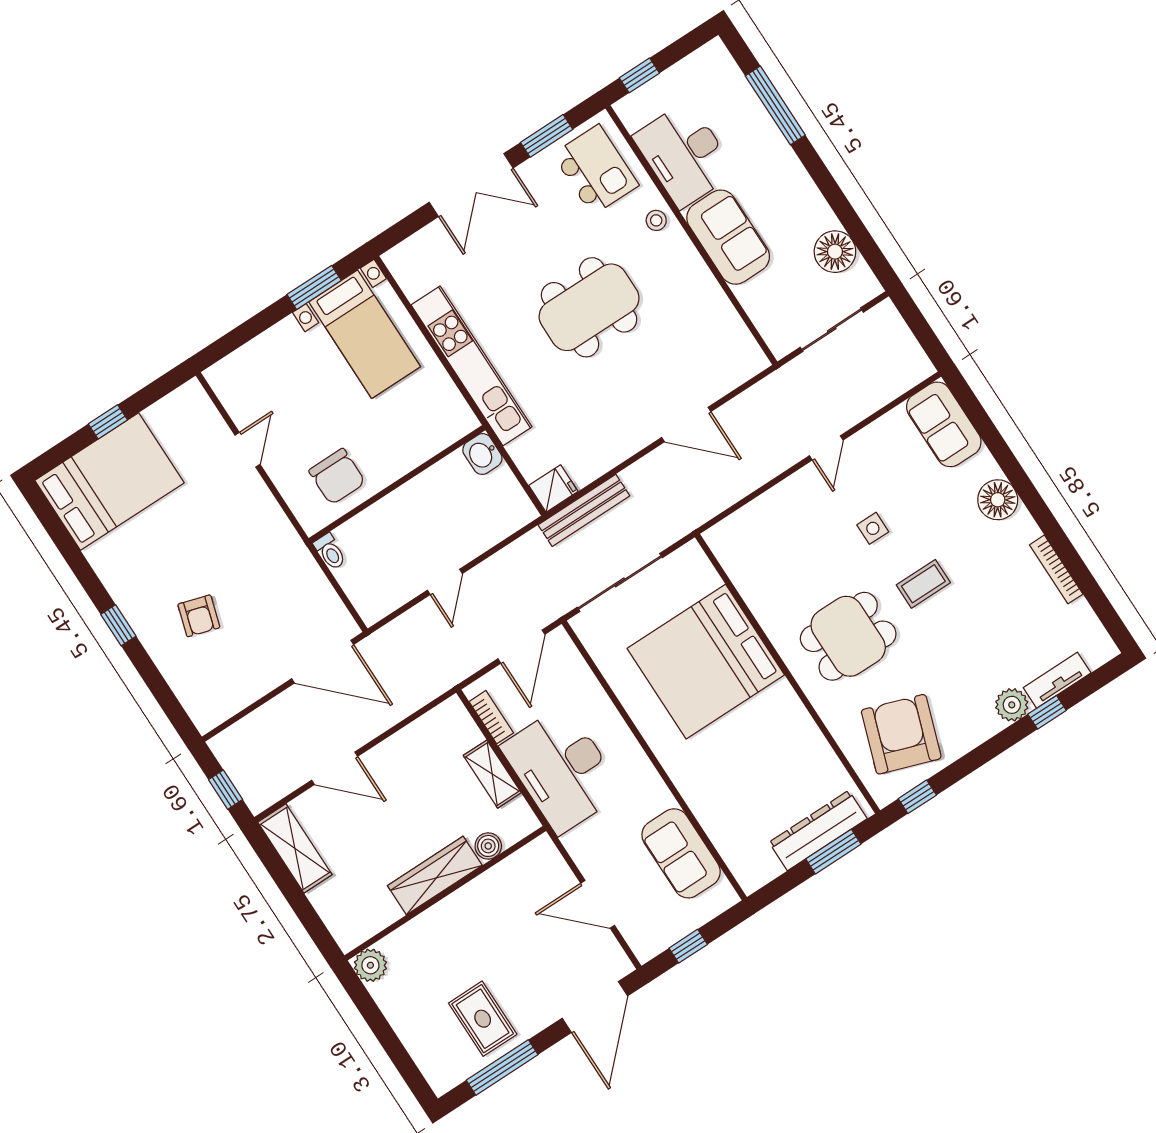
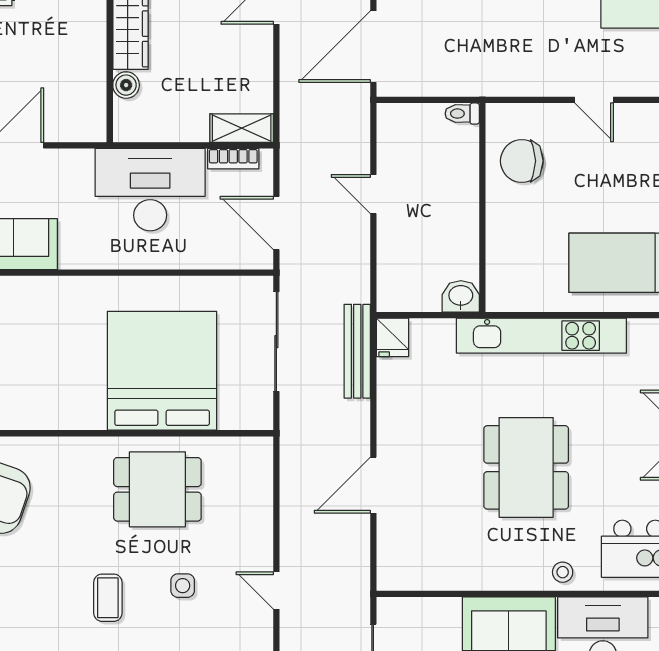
dining table: (848, 636) -> (157, 489), moved, turned 90
shelving: (492, 774) -> (242, 128), moved

